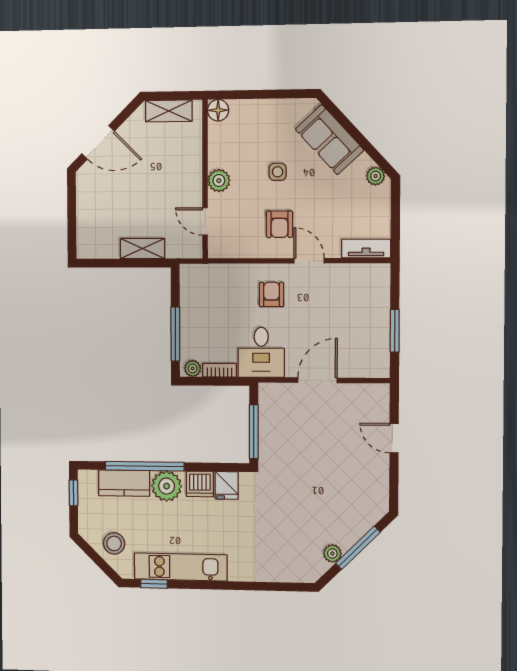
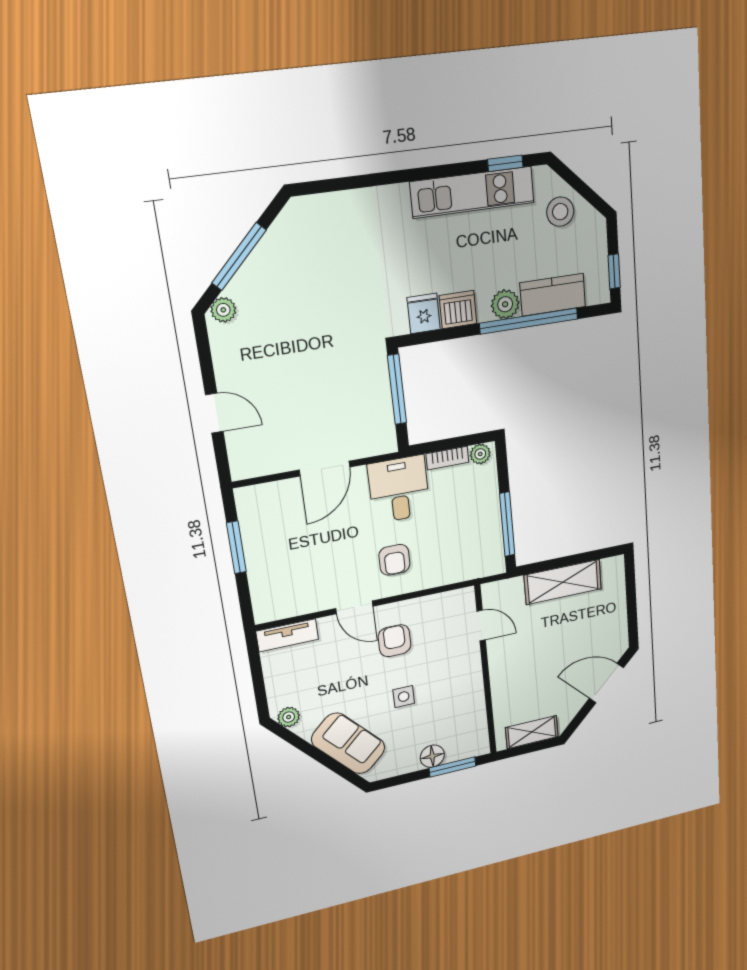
window: (242, 95) -> (452, 767), added
floor lamp: (218, 110) -> (432, 756), moved
plant: (219, 181) -> (470, 673), removed
shelving: (143, 249) -> (563, 582), width x1.50, depth x1.33
window: (175, 334) -> (507, 524), moved
plant: (167, 486) -> (505, 304), width x0.73, depth x0.73
plant: (332, 553) -> (223, 310), moved

